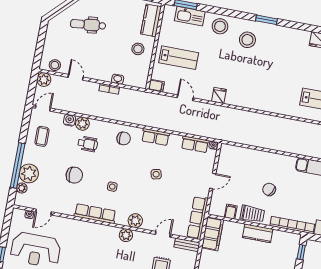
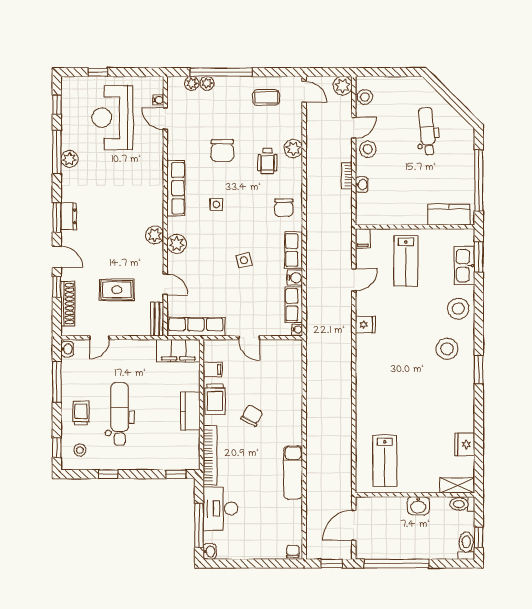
stool: (138, 49) -> (368, 149), moved
water cooler: (70, 120) -> (295, 278), moved
plant: (29, 173) -> (207, 83), width x0.53, depth x0.53

